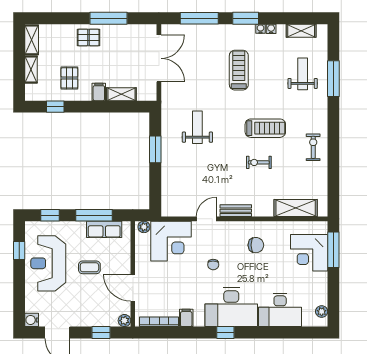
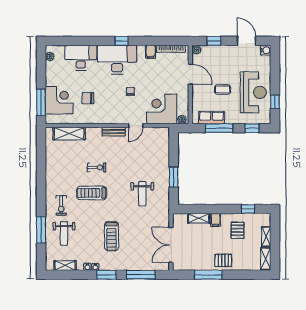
exercise bike: (313, 147) -> (61, 205), moved
chair: (256, 245) -> (88, 98), moved

